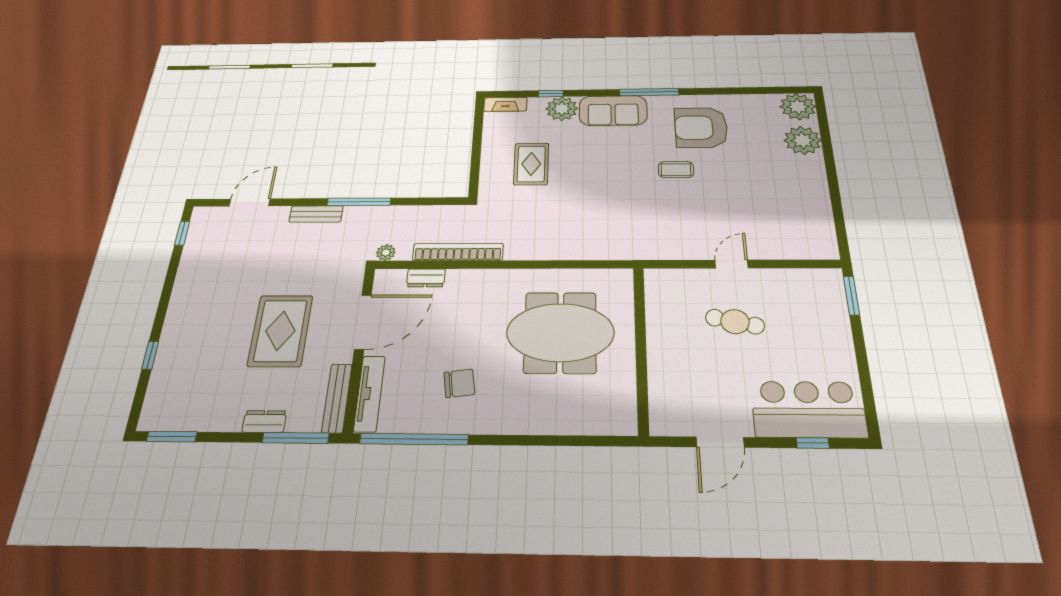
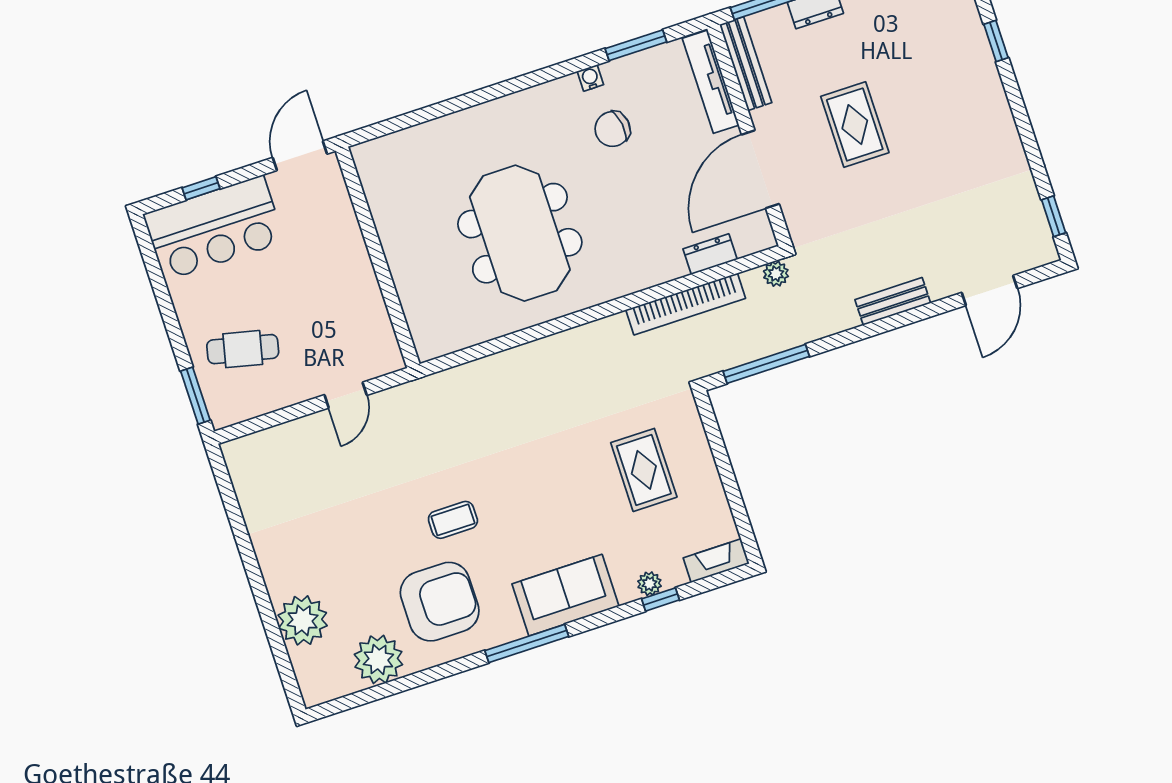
plant: (798, 107) -> (378, 659), moved
plant: (562, 109) -> (649, 584), width x0.53, depth x0.53
window: (359, 202) -> (766, 364), moved
cafe table: (735, 322) -> (243, 349), moved
rug: (280, 331) -> (855, 125), width x0.73, depth x0.70
meeting table: (560, 332) -> (520, 233), turned 90
wall: (641, 348) -> (378, 257), moved
water cooler: (460, 426) -> (590, 78), added
window: (414, 439) -> (636, 45), width x0.47

